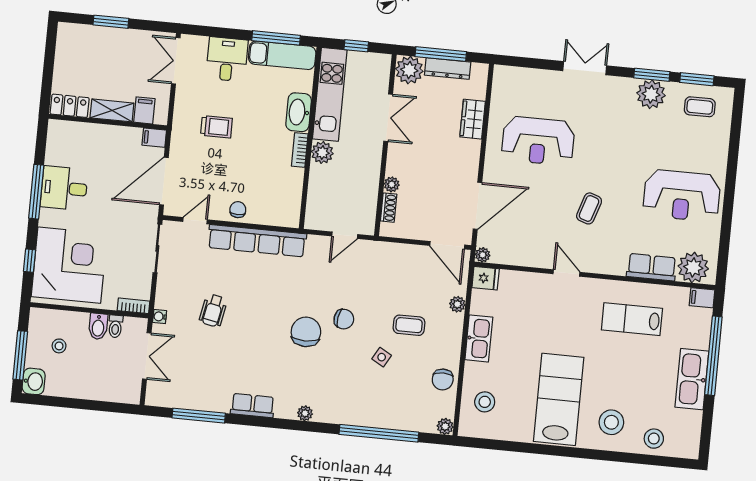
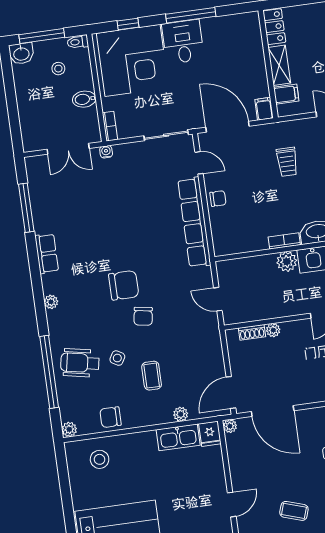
desk: (64, 188) -> (183, 42), moved
wheelchair: (213, 310) -> (80, 363), moved, width x1.36, depth x1.37
toilet: (115, 326) -> (78, 42), moved
kitchen sink: (479, 338) -> (178, 437), moved

